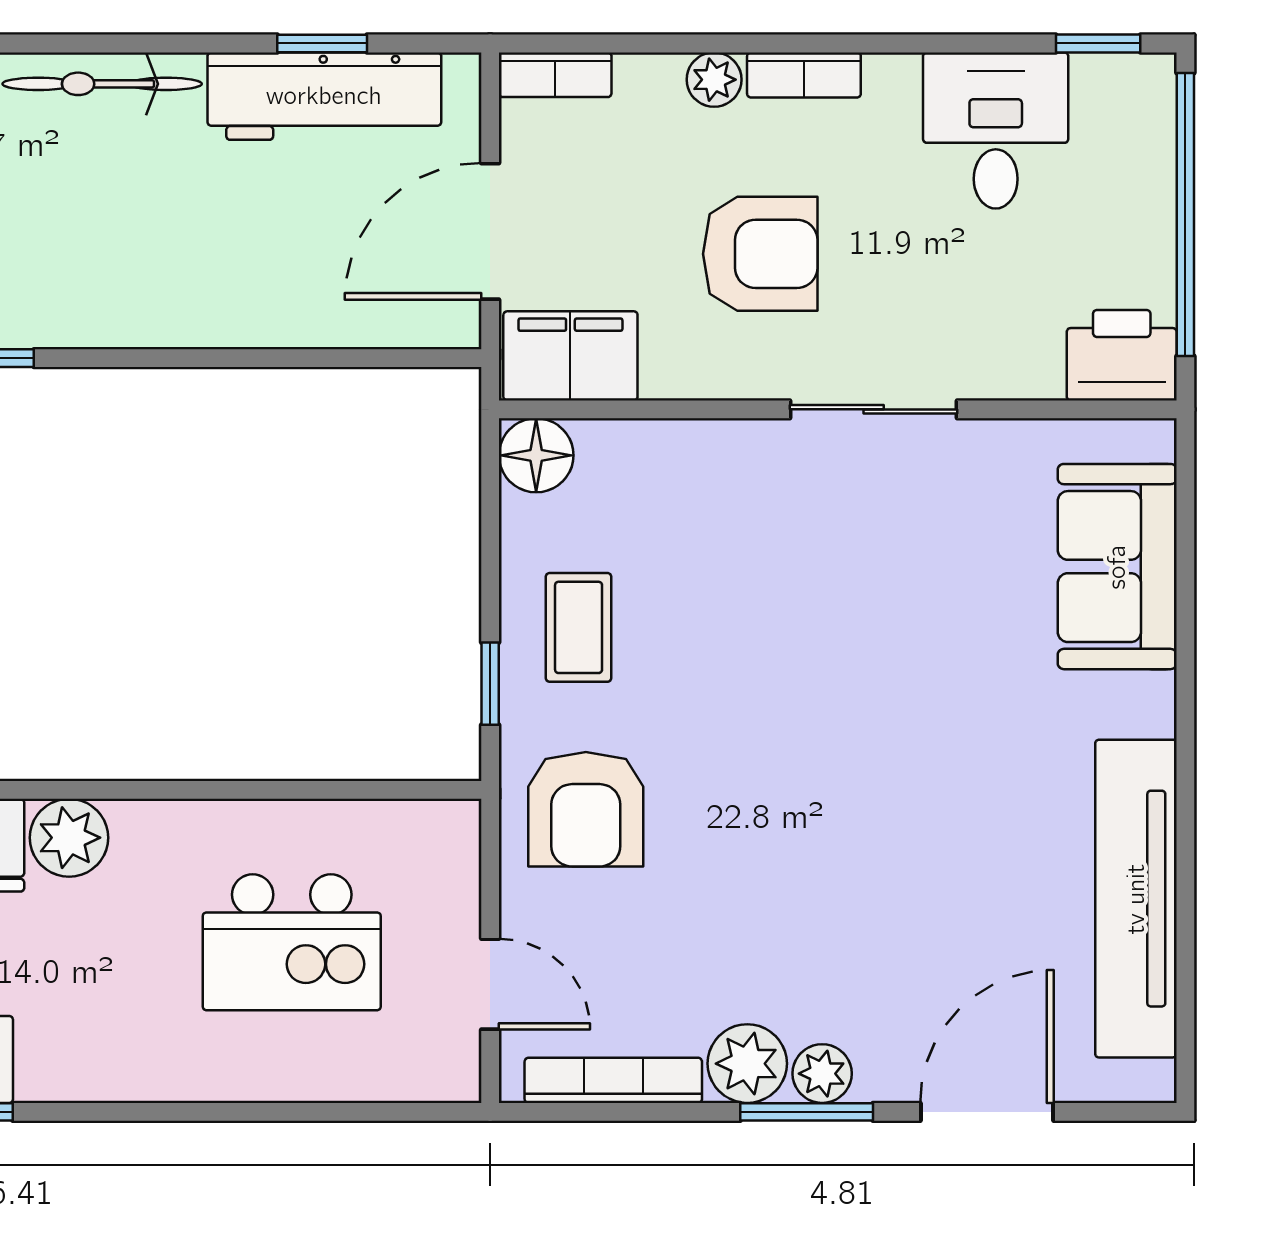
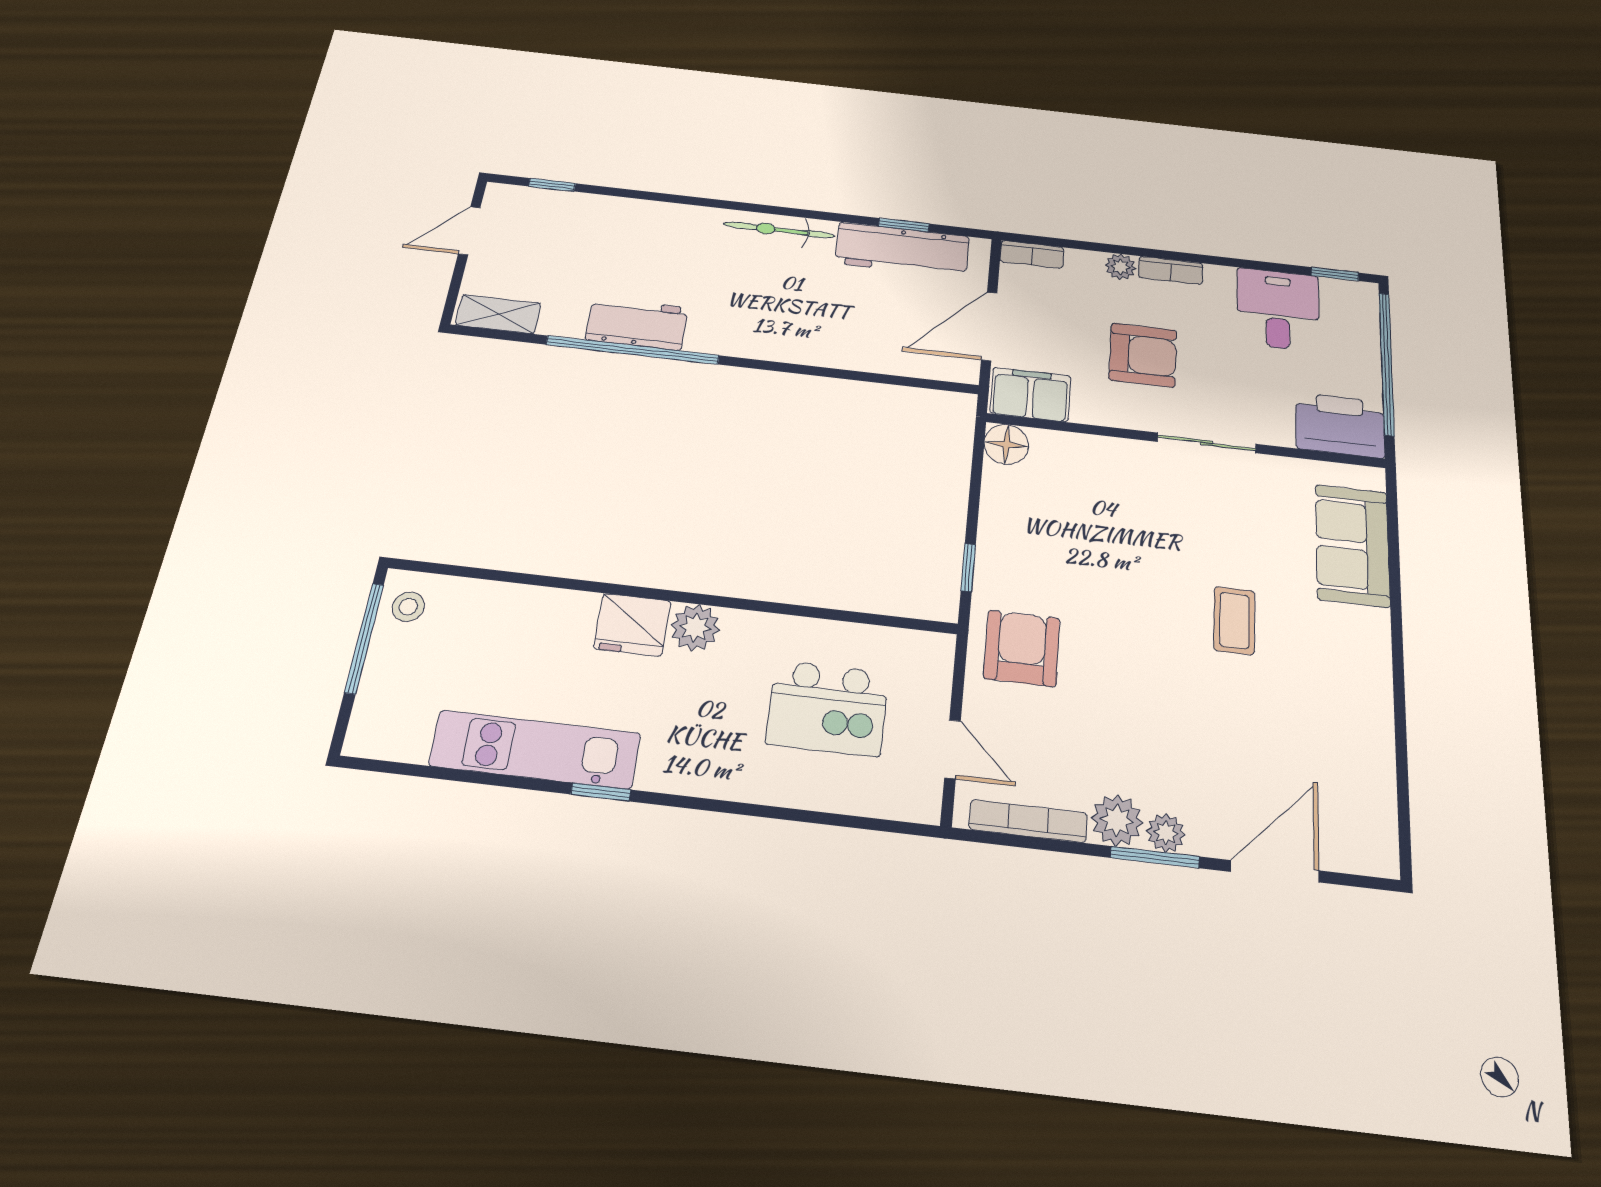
printer: (1122, 355) -> (1340, 425), width x1.37, depth x1.19
coffee table: (579, 627) -> (1234, 621), moved
armchair: (586, 809) -> (1022, 648), turned 180
tv unit: (1136, 899) -> (1370, 744), removed

